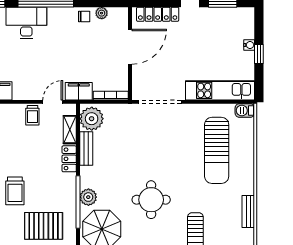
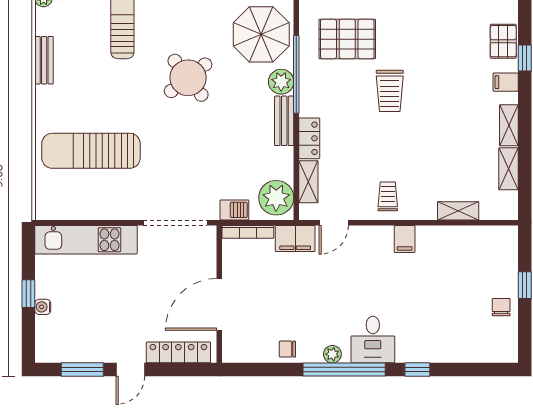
plant: (102, 13) -> (332, 354), moved
desk: (26, 23) -> (373, 340), width x0.73
barbecue: (245, 111) -> (234, 210), moved
trolley: (32, 115) -> (388, 196), moved
bench: (86, 148) -> (284, 121), moved
sun lounger: (217, 150) -> (91, 151), turned -90
trolley: (15, 191) -> (390, 91), turned 180
round table: (151, 200) -> (188, 78), turned -38

